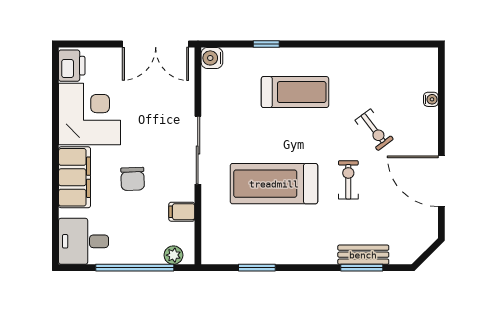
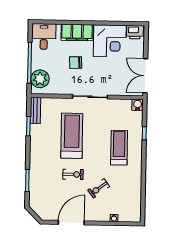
treadmill: (295, 92) -> (119, 148), turned 180
filing cabinet: (182, 212) -> (58, 88), removed
plant: (173, 255) -> (40, 79), width x1.87, depth x1.87
bench: (363, 255) -> (35, 111), moved

